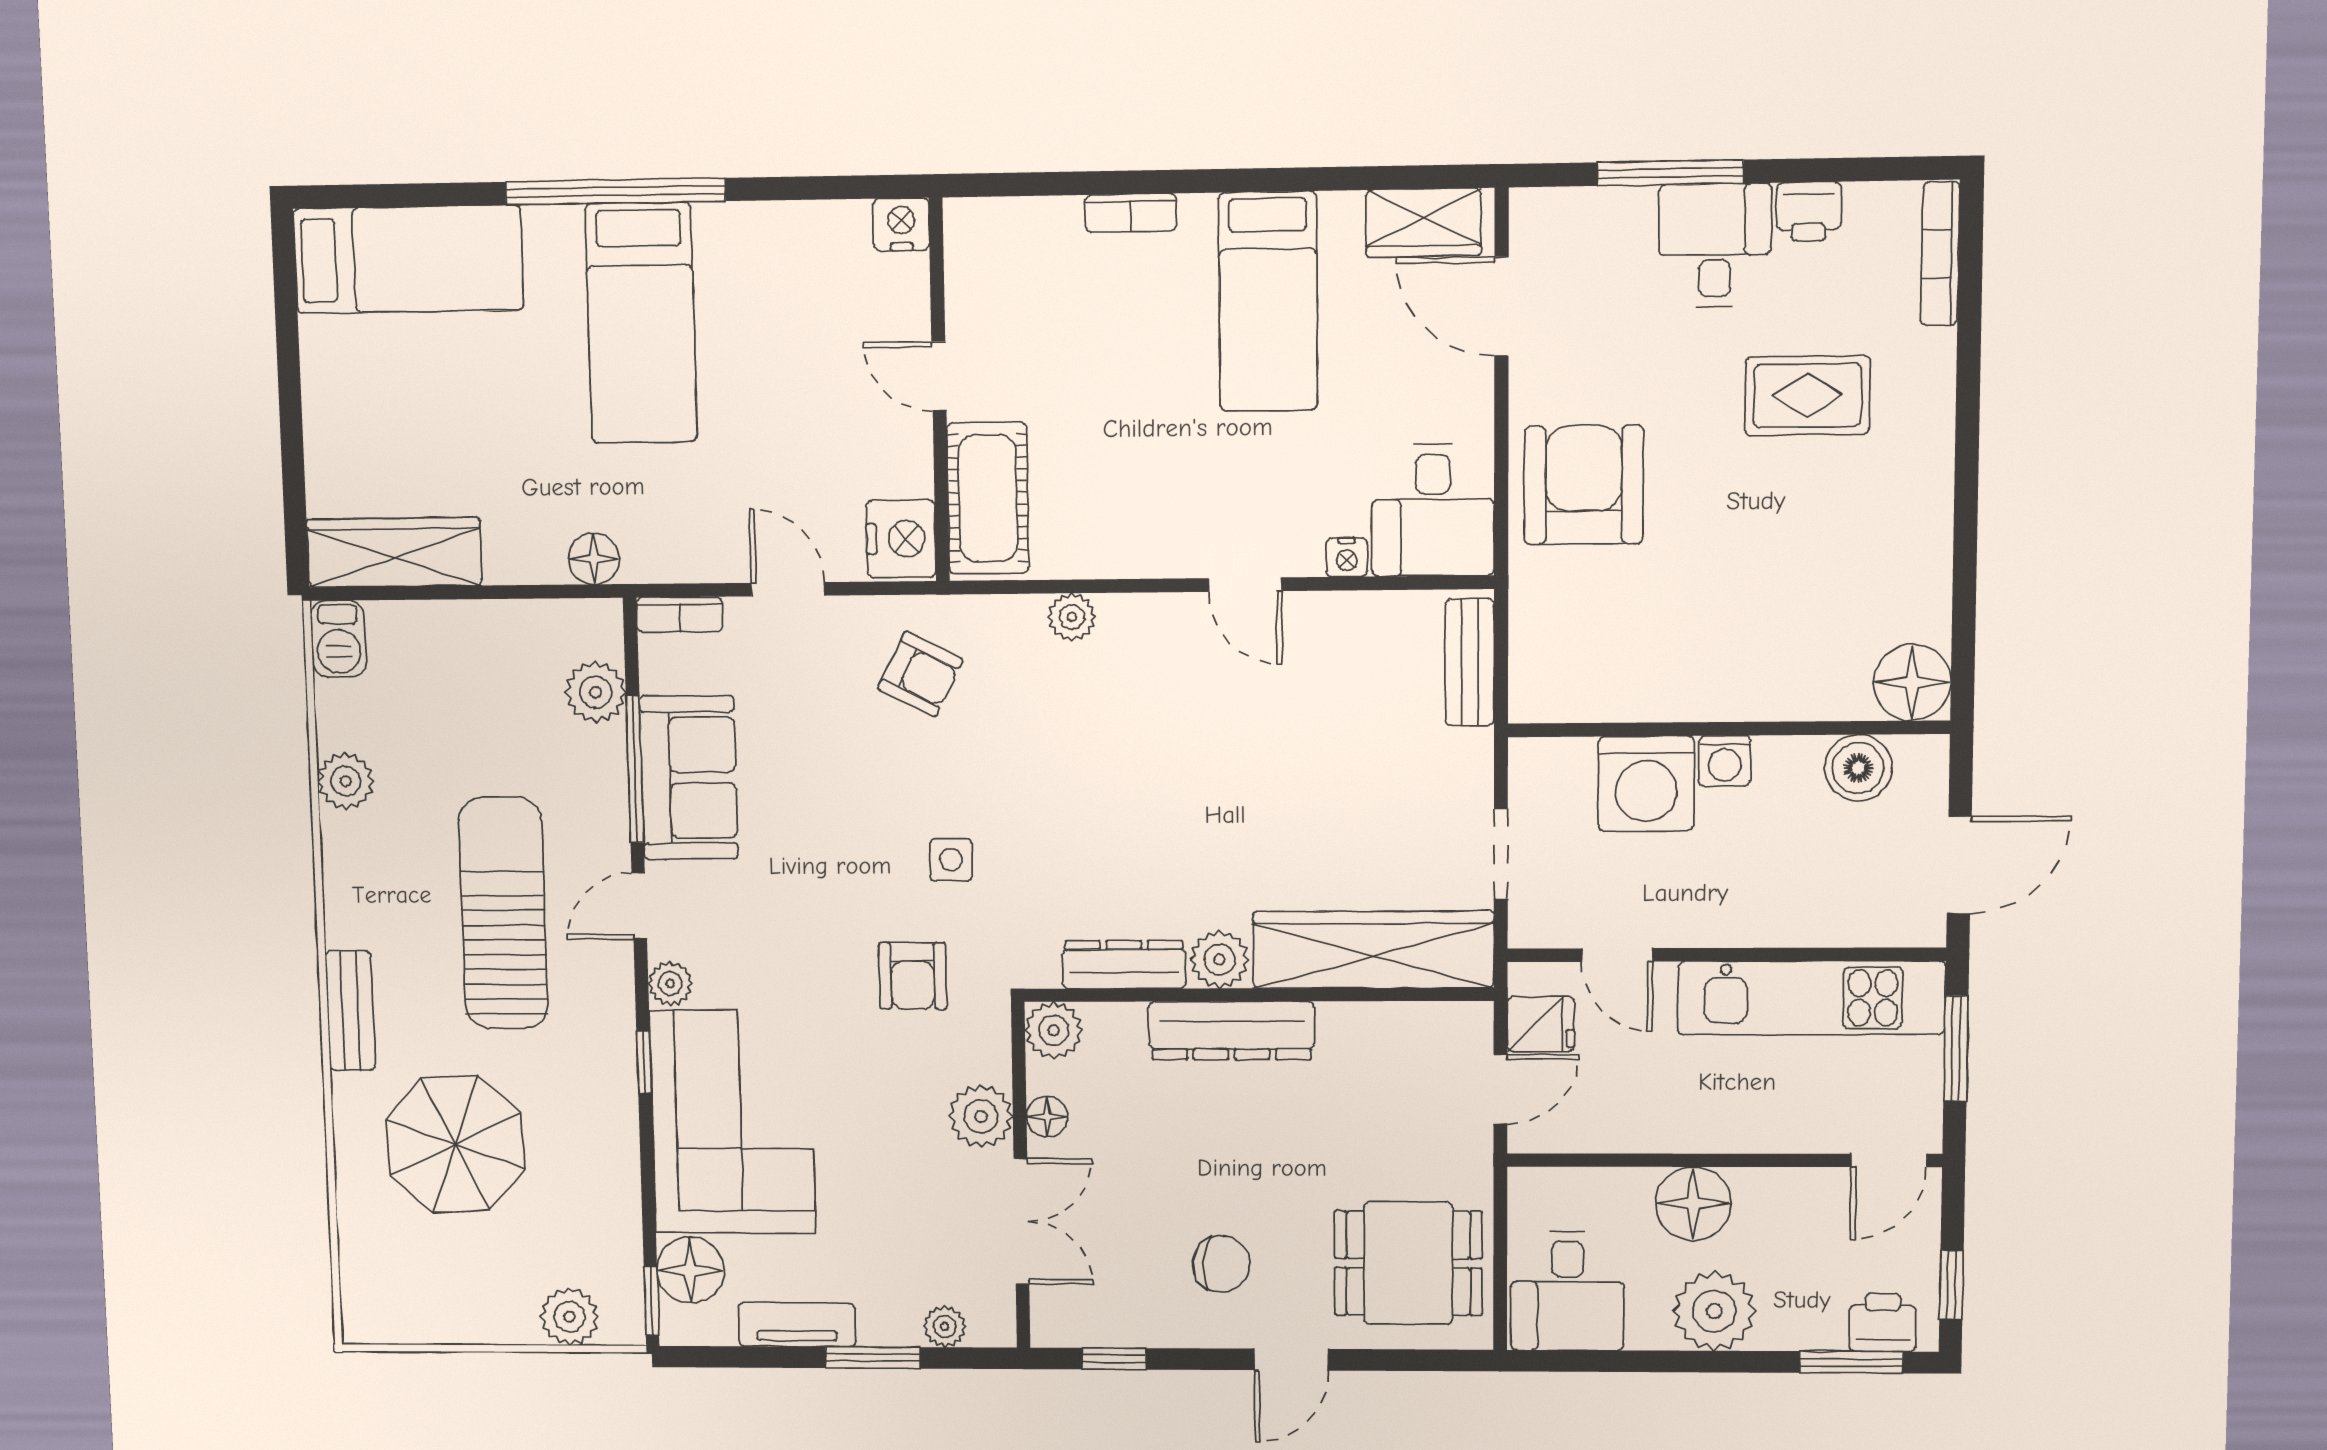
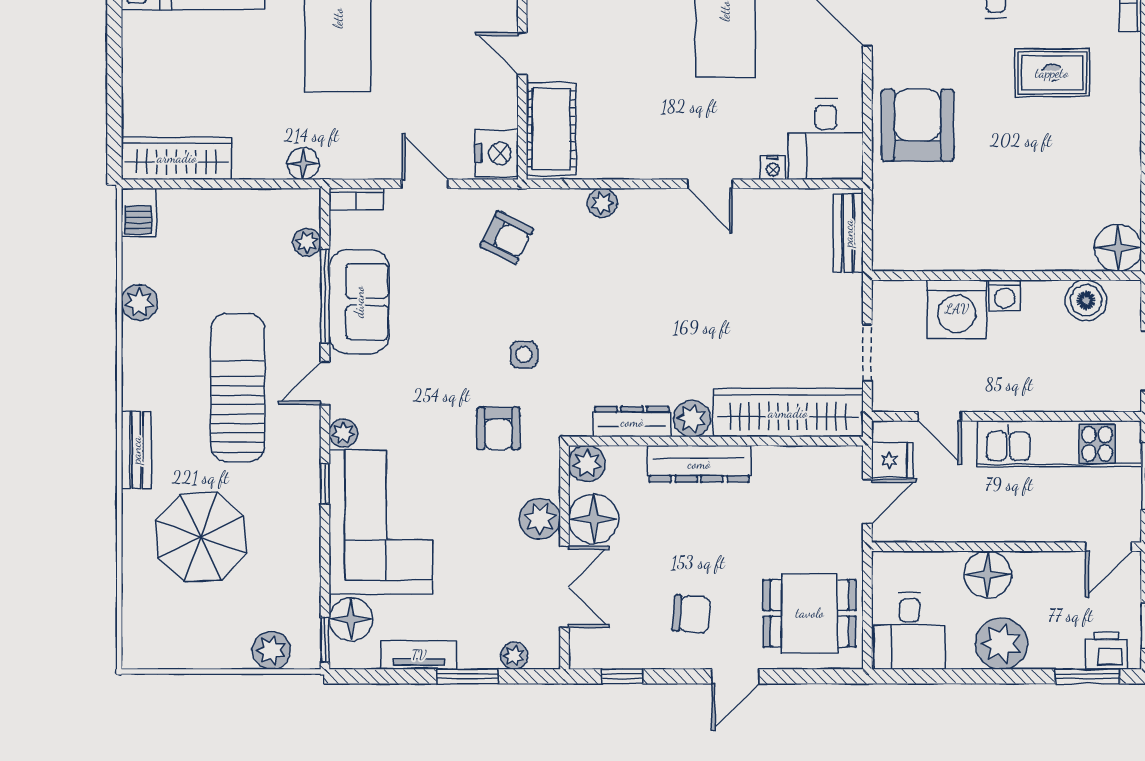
plant: (596, 692) -> (307, 242), width x0.73, depth x0.73
floor lamp: (1047, 1117) -> (594, 519), width x1.89, depth x1.89

